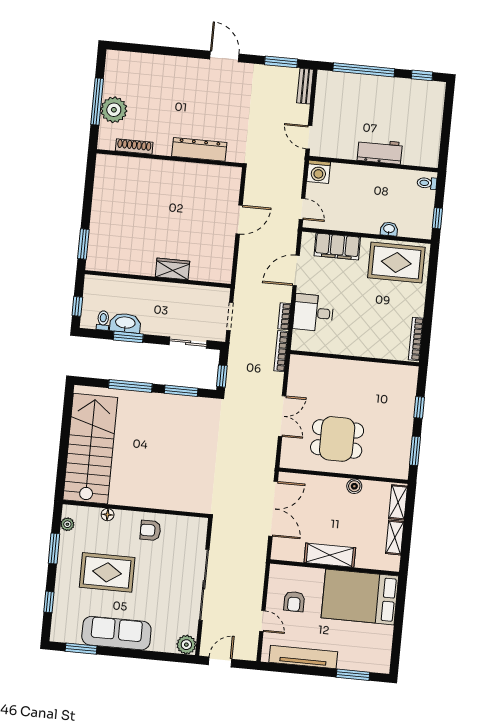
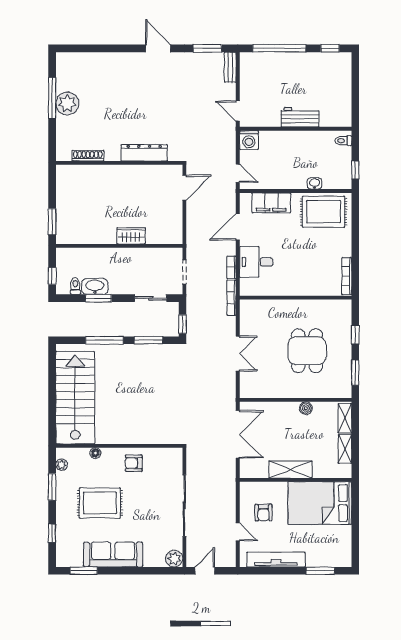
shoe rack: (134, 147) -> (88, 156), moved
dresser: (199, 149) -> (144, 153), moved
wall: (169, 158) -> (119, 163), moved
dining table: (337, 439) -> (307, 351), moved, turned 90

